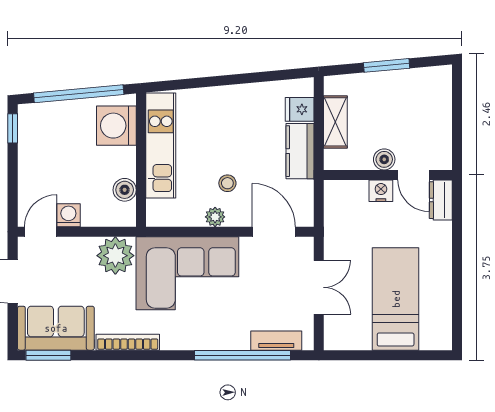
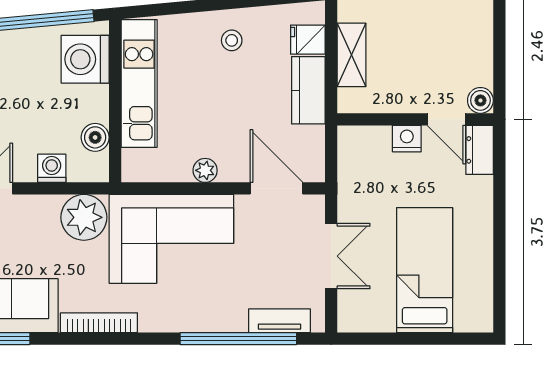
boiler: (384, 159) -> (480, 100), moved
stool: (227, 183) -> (232, 40), moved
washing machine: (68, 215) -> (52, 168), moved

